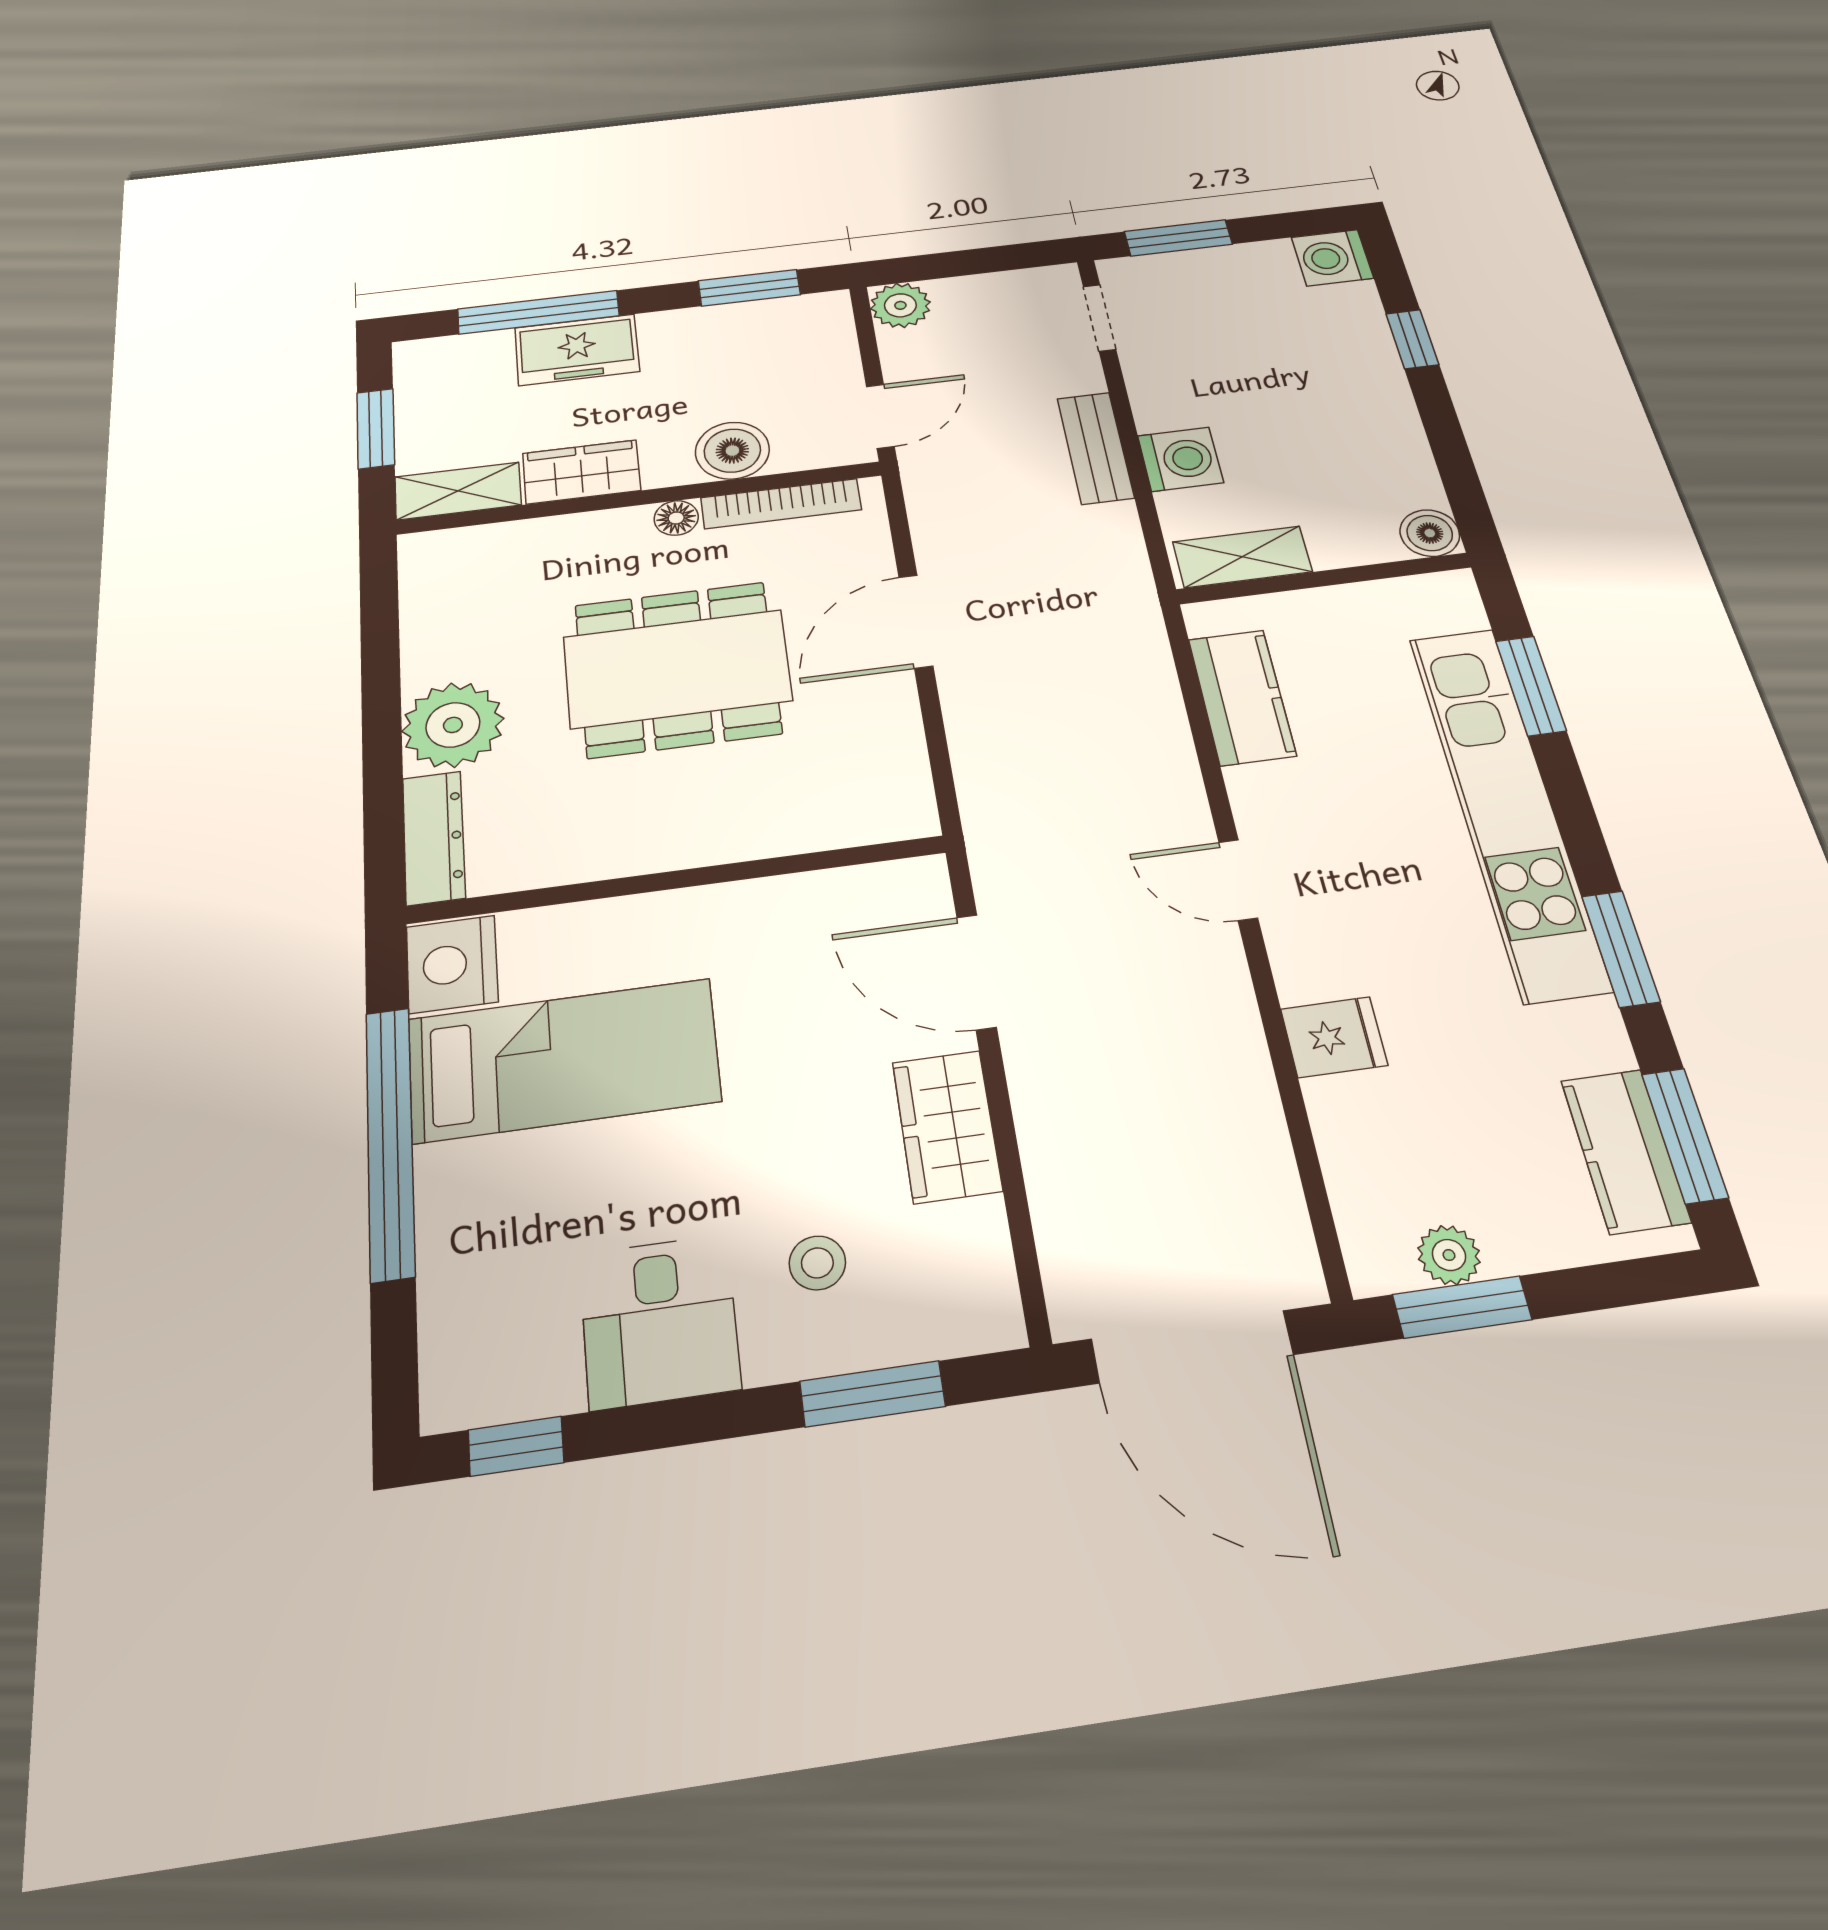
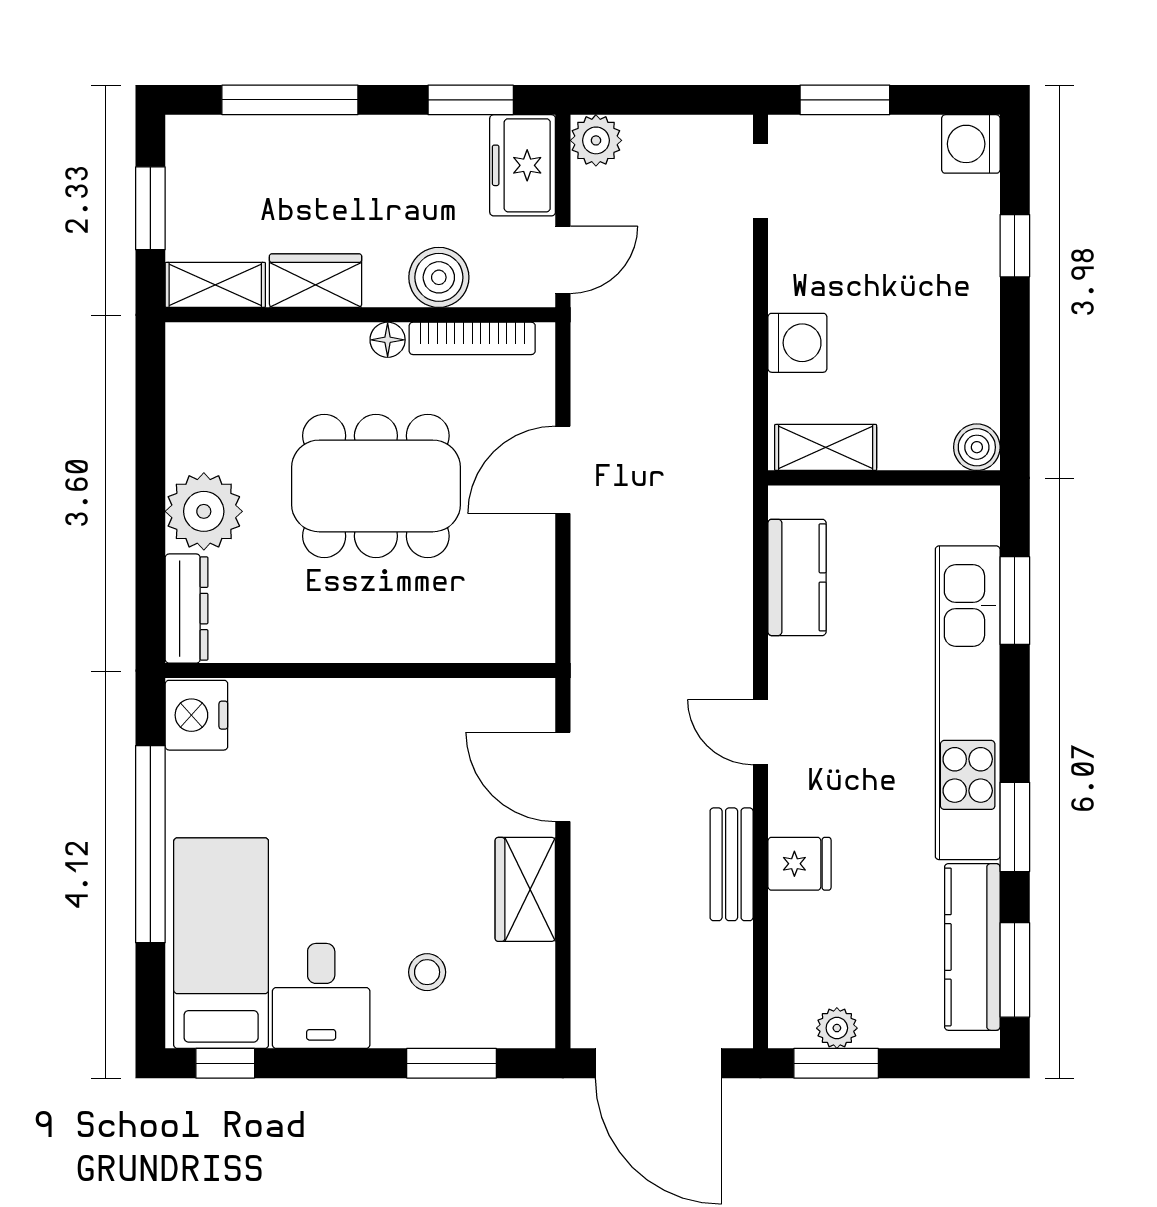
freezer: (577, 350) -> (523, 165), moved, turned 90
bench: (1095, 448) -> (732, 864), moved
bed: (564, 1060) -> (221, 943), moved, turned -90
kitchen counter: (1625, 1151) -> (972, 947), width x1.50

